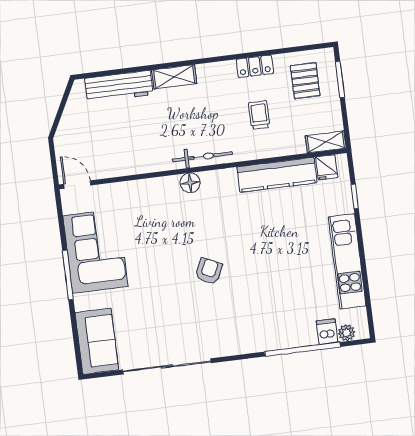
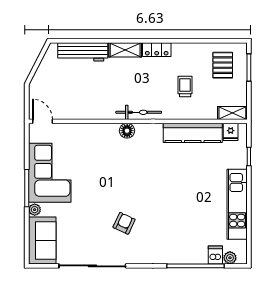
locker: (255, 66) -> (157, 50), moved
armchair: (209, 271) -> (124, 223), moved
plant: (82, 302) -> (35, 210), added

